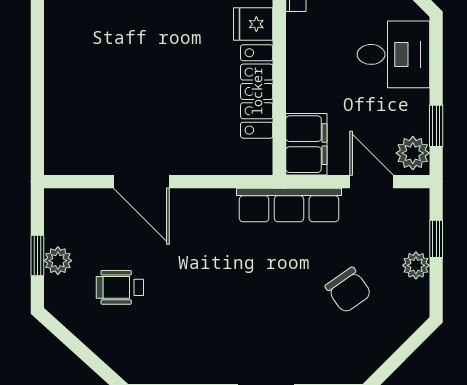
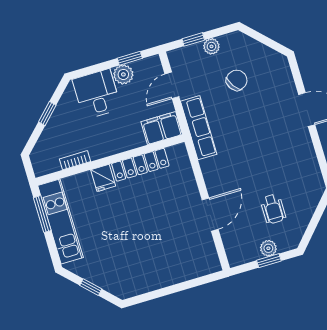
plant: (413, 153) -> (123, 74), moved

